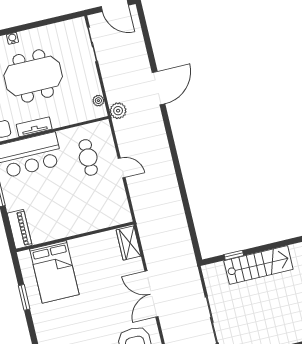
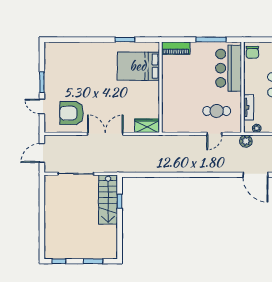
tv unit: (34, 127) -> (249, 107), moved
door: (122, 168) -> (214, 134), moved
stairs: (258, 265) -> (108, 200), moved

